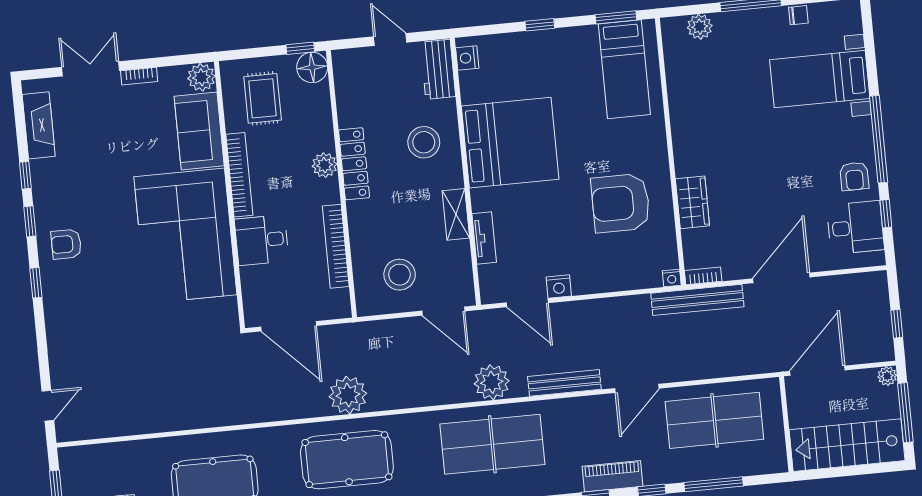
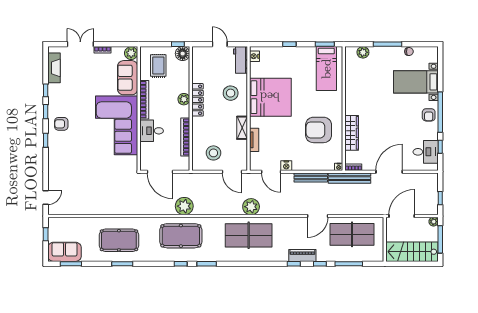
armchair: (854, 176) -> (429, 115), moved
wardrobe: (692, 202) -> (352, 133), width x1.50
bench: (564, 383) -> (311, 177), moved

